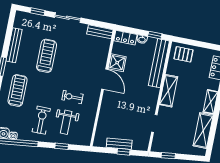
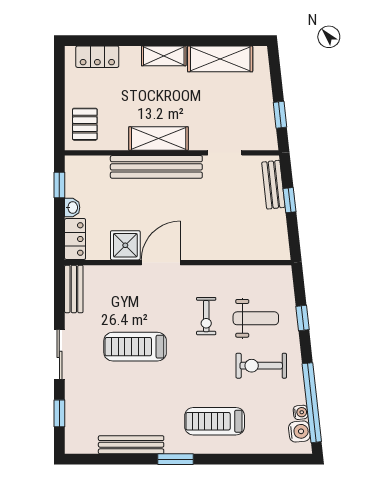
treadmill: (47, 56) -> (135, 347), moved
bench: (159, 63) -> (156, 167), moved
bench: (119, 144) -> (273, 185), moved

